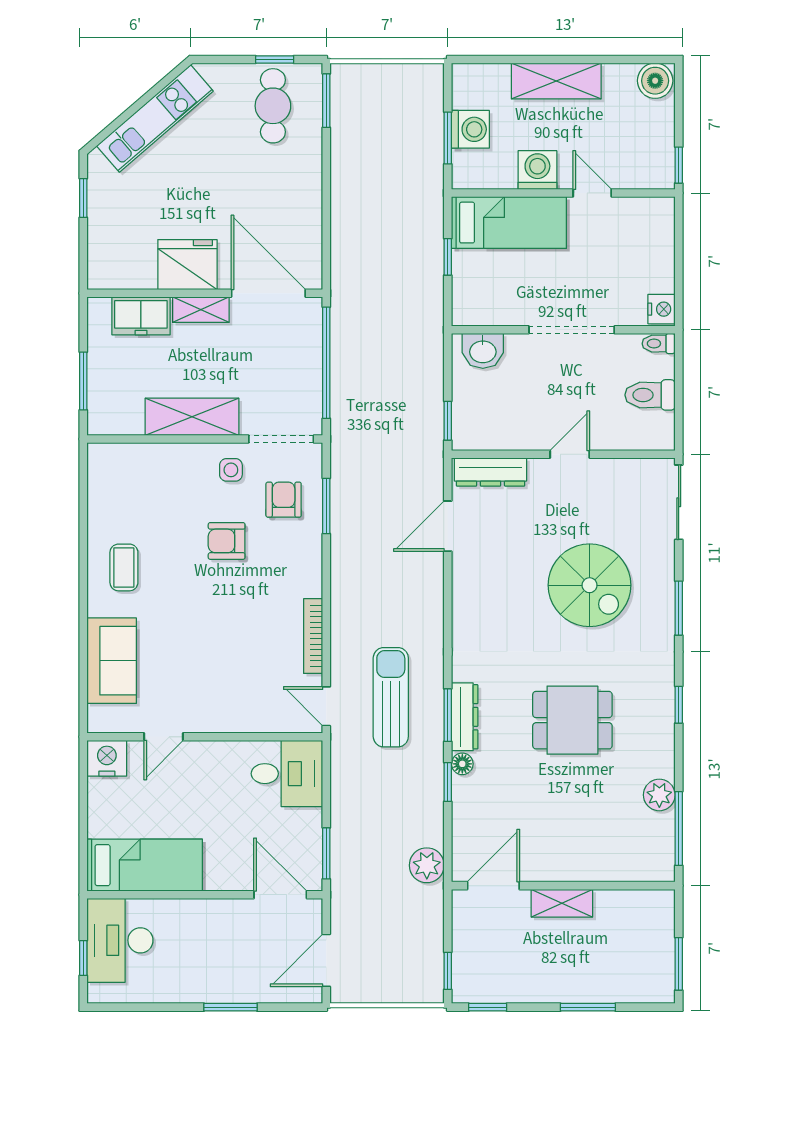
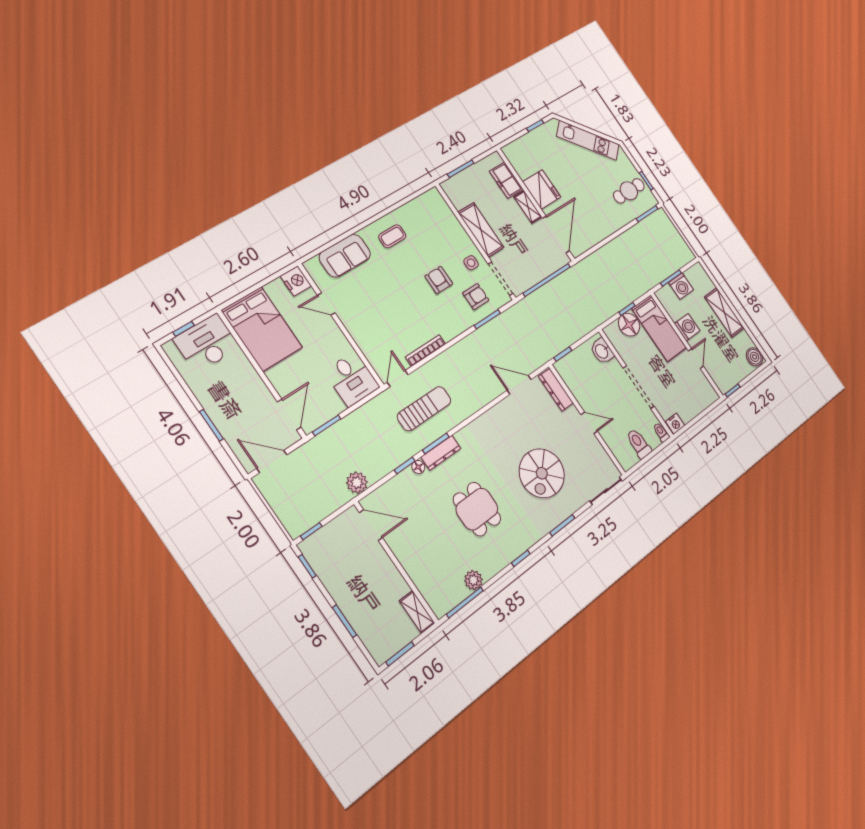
floor lamp: (473, 272) -> (629, 325), added
bed: (145, 865) -> (262, 329), width x1.50
shelving: (562, 903) -> (417, 612), moved

